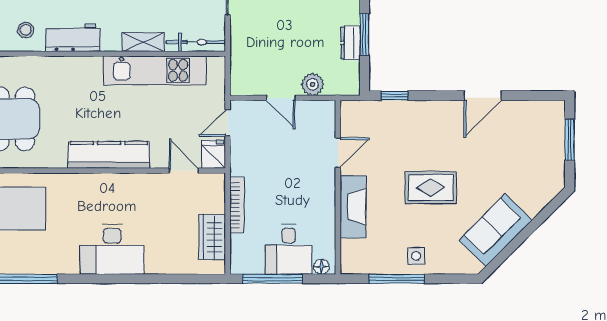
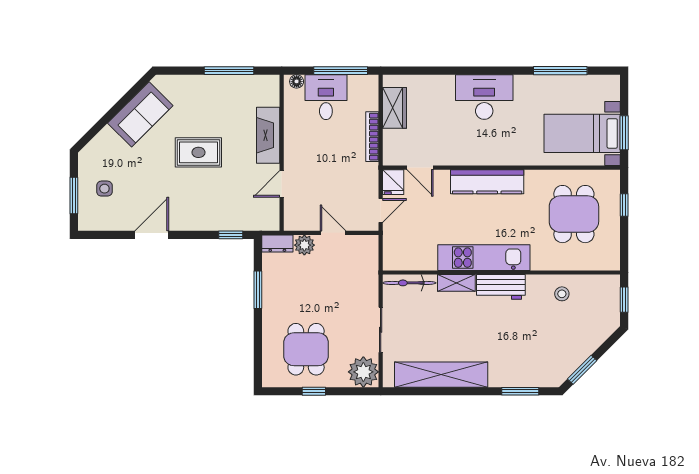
workbench: (73, 38) -> (501, 287), moved
dresser: (350, 43) -> (277, 244), moved, turned 90
kitchen unit: (155, 70) -> (484, 258), moved
side table: (416, 256) -> (104, 189), moved

